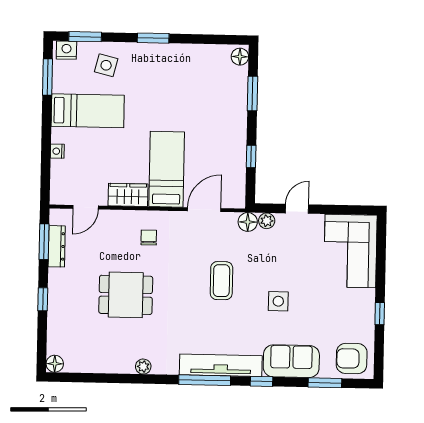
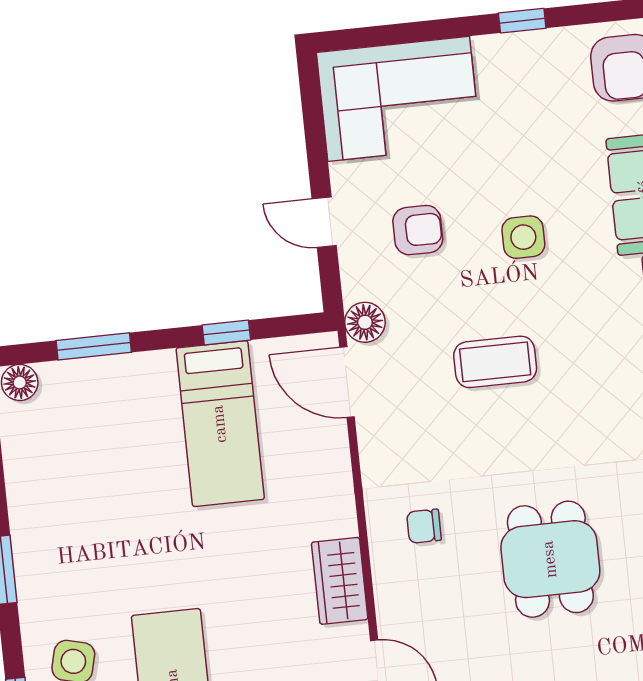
bed: (167, 169) -> (220, 424), moved, turned -90
door: (204, 210) -> (347, 382), moved
plant: (267, 221) -> (357, 283), removed
armchair: (288, 252) -> (418, 230), added

